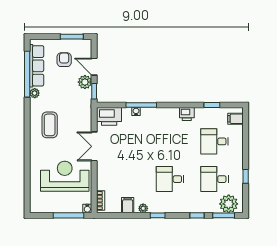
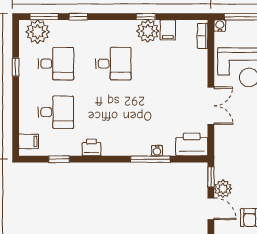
plant: (143, 208) -> (148, 31), width x1.87, depth x1.87
window: (158, 215) -> (146, 17), moved

